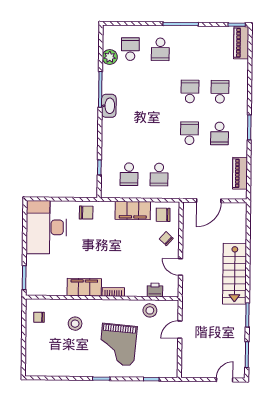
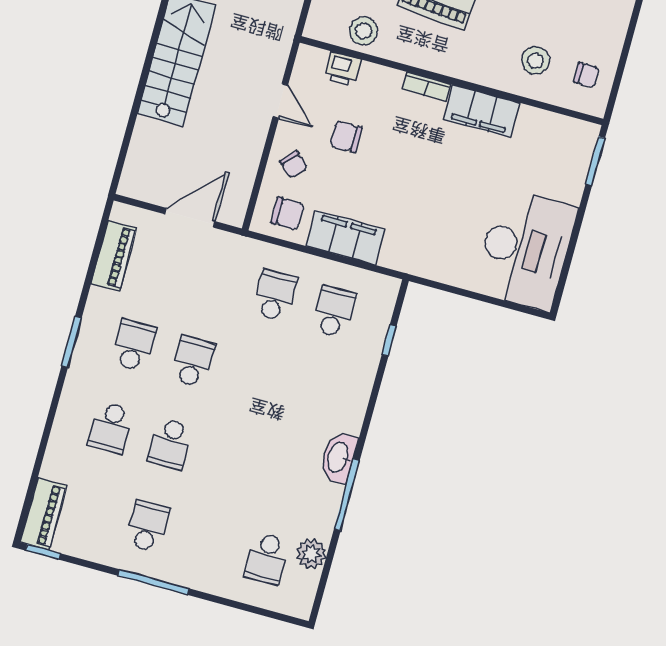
school desk: (160, 49) -> (148, 526), moved
school desk: (189, 133) -> (193, 361), turned 180
chair: (86, 213) -> (346, 137), moved
stool: (75, 324) -> (535, 61), moved

